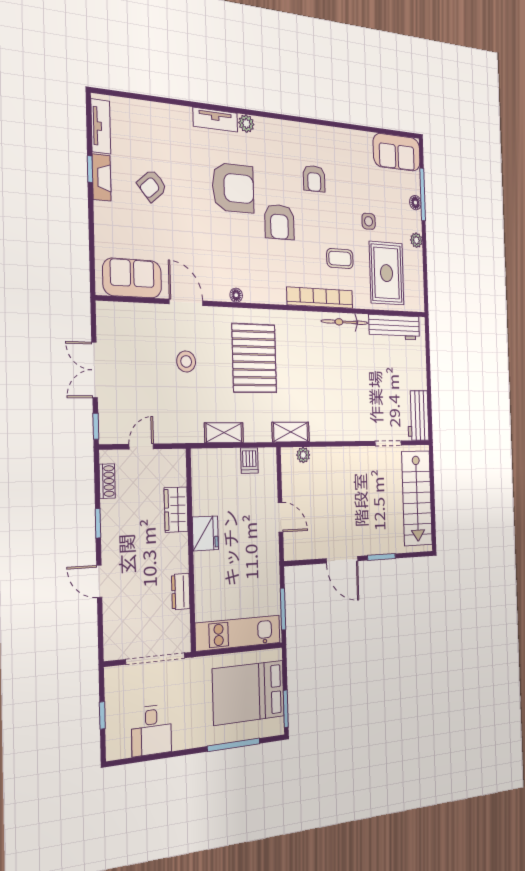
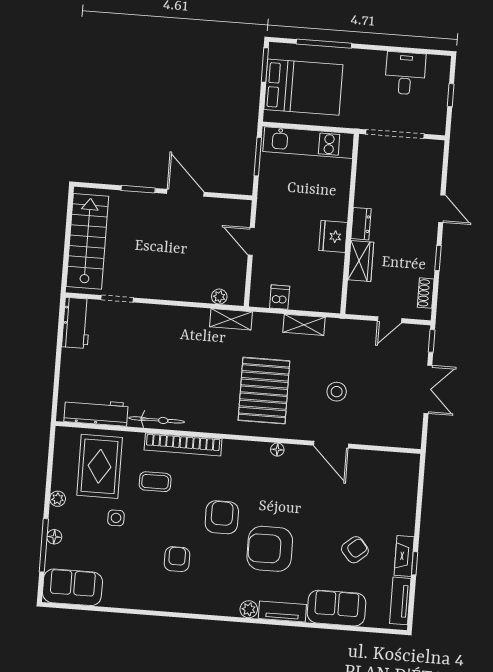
sofa: (132, 278) -> (337, 608), moved, turned 180
dresser: (181, 592) -> (361, 224), moved

